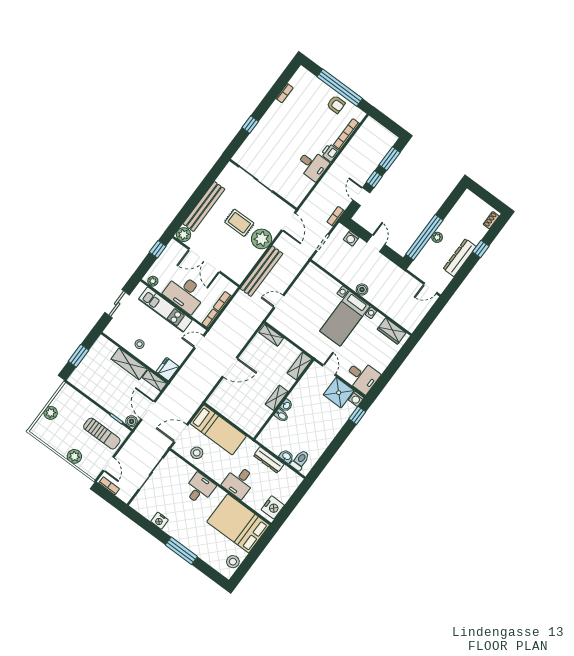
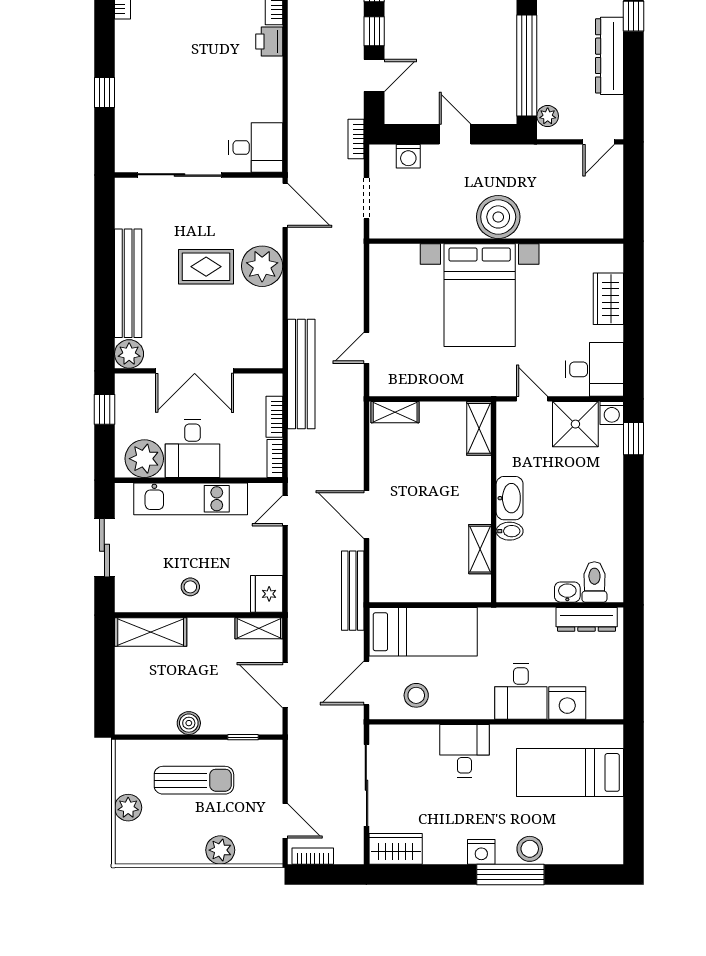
desk: (312, 165) -> (256, 148), moved
door: (361, 197) -> (374, 75), swing flipped
plant: (437, 237) -> (548, 116), moved
bench: (262, 271) -> (301, 374), moved
plant: (153, 281) -> (144, 459), width x1.88, depth x1.88
boiler: (362, 290) -> (498, 217), width x1.86, depth x1.86
desk: (185, 293) -> (192, 448), width x0.73
bed with nightstands: (345, 318) -> (480, 295), width x1.36
wardrobe: (392, 331) -> (608, 299), moved, turned 90
window: (79, 356) -> (104, 680), removed
shelving: (129, 364) -> (151, 632), moved
door: (230, 367) -> (366, 515), swing flipped
bench: (202, 393) -> (353, 591), added
shelving: (277, 398) -> (480, 549), moved
washbasin: (286, 405) -> (510, 498), width x1.91, depth x1.45
boiler: (131, 421) -> (189, 723), moved
sun lounger: (102, 434) -> (194, 780), moved
dresser: (269, 460) -> (587, 619), moved
wardrobe: (144, 507) -> (396, 849), added
nightstand: (273, 507) -> (567, 703), moved, turned 90
nightstand: (159, 521) -> (481, 852), moved
bed: (238, 523) -> (570, 772), width x0.67
stool: (233, 562) -> (530, 849), moved

